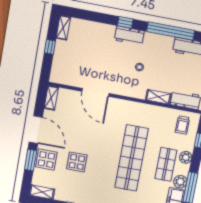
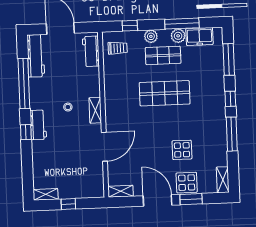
shelving: (158, 97) -> (95, 110), moved
door: (36, 130) -> (158, 200), hinge flipped
shop shelf: (132, 158) -> (165, 93), width x0.71

